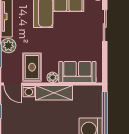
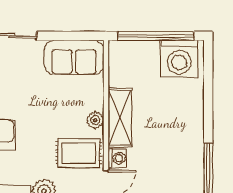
sofa: (77, 72) -> (74, 57), moved, turned -90

